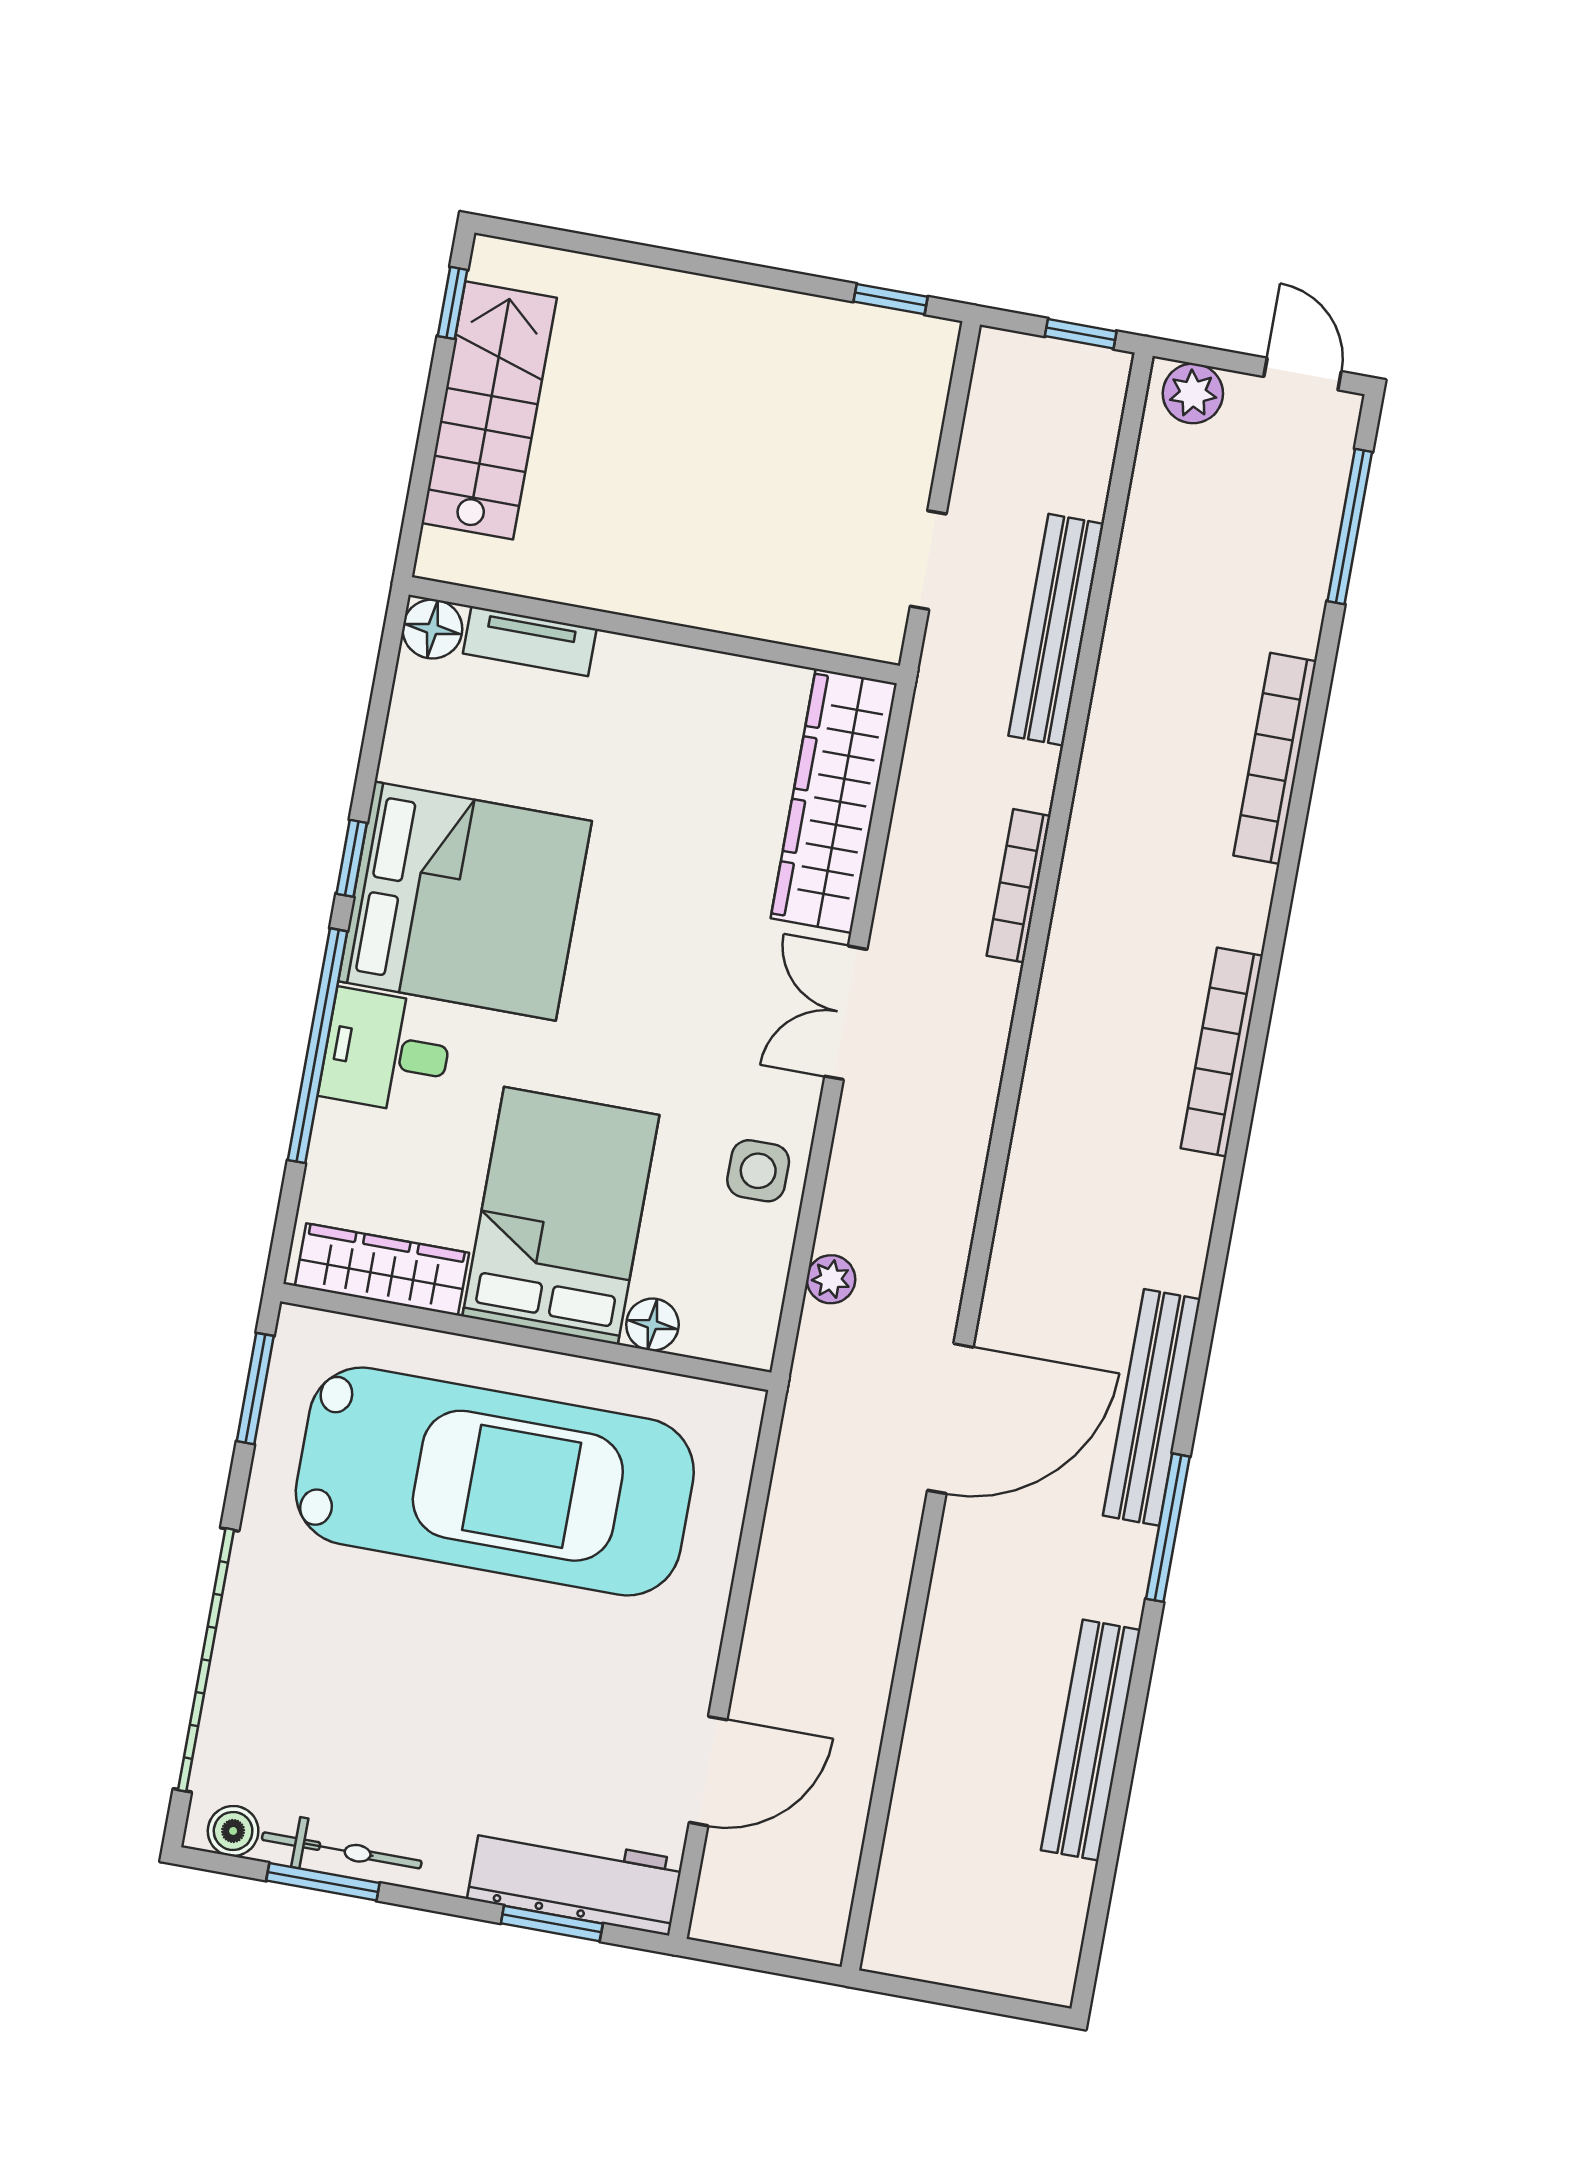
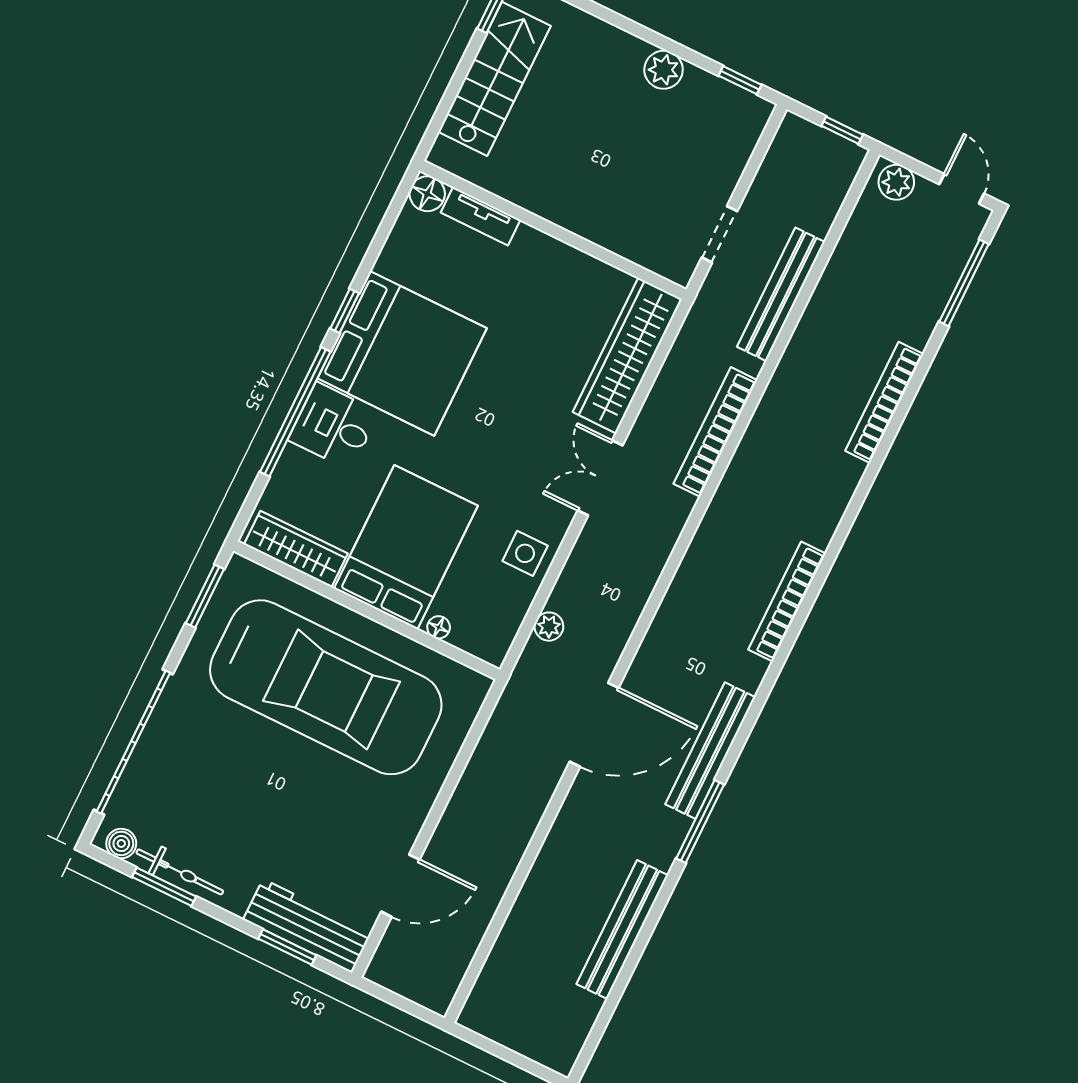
plant: (761, 317) -> (664, 70), added
bookcase: (1019, 886) -> (715, 432), width x1.48, depth x1.31
bookcase: (1222, 1052) -> (787, 602), moved
floor lamp: (652, 1325) -> (439, 627), width x0.73, depth x0.73

